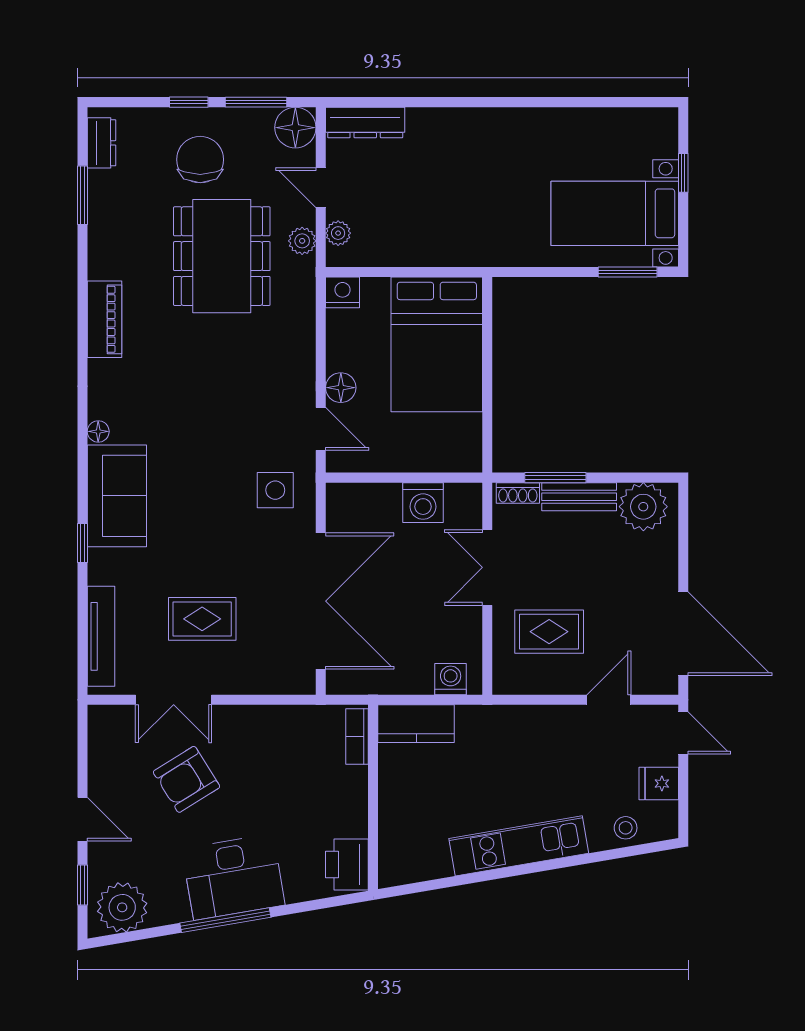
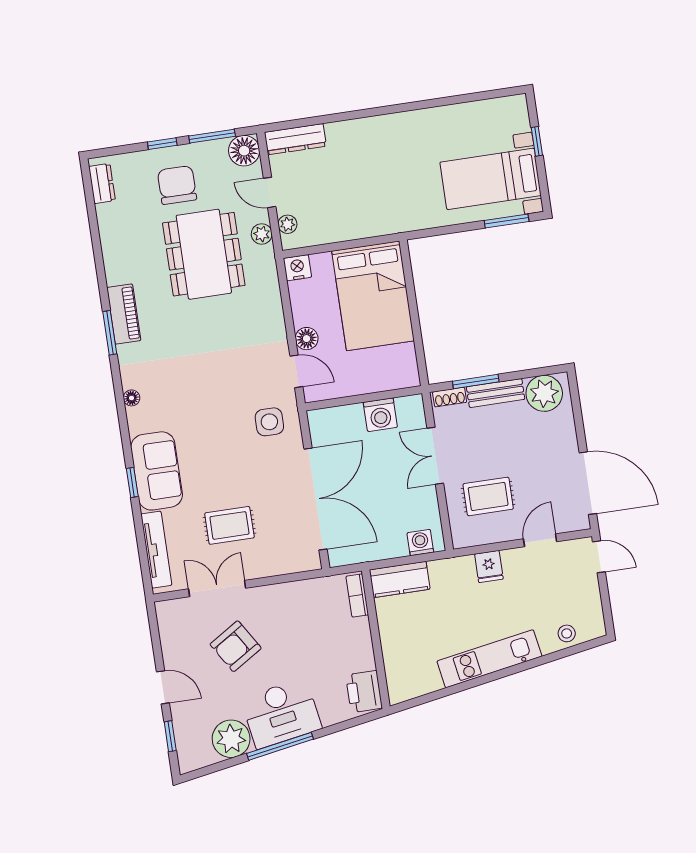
window: (82, 195) -> (110, 333), moved
sofa: (117, 496) -> (157, 471), moved
double door: (174, 700) -> (217, 589), swing flipped
fridge: (659, 783) -> (489, 566), moved, turned -90
plant: (122, 907) -> (231, 739), moved

